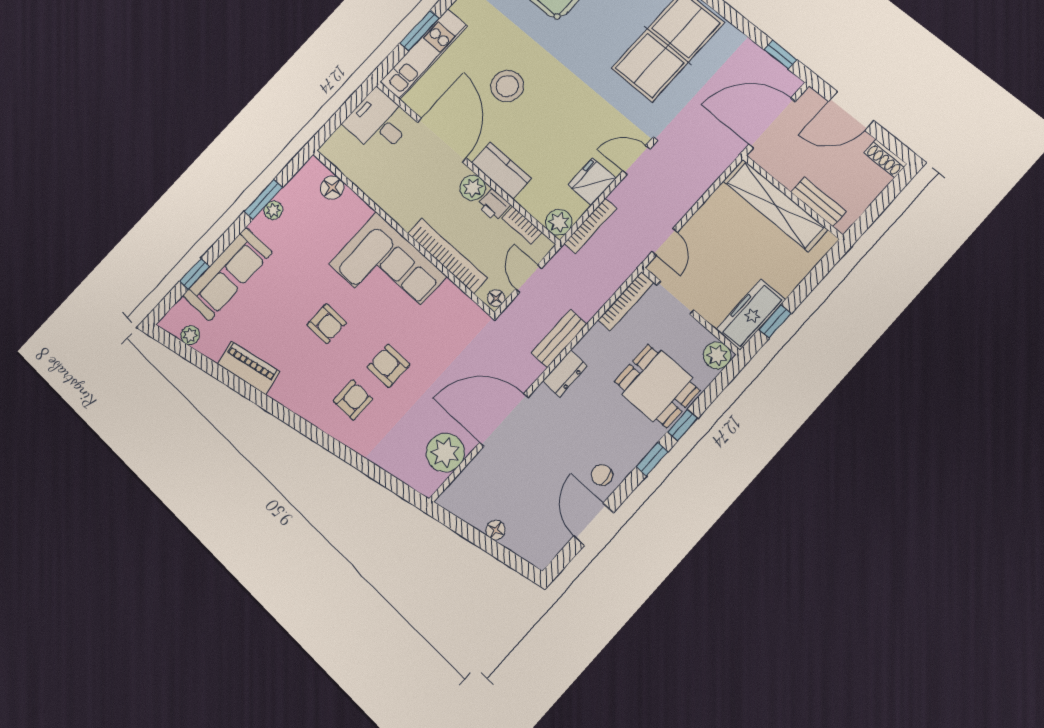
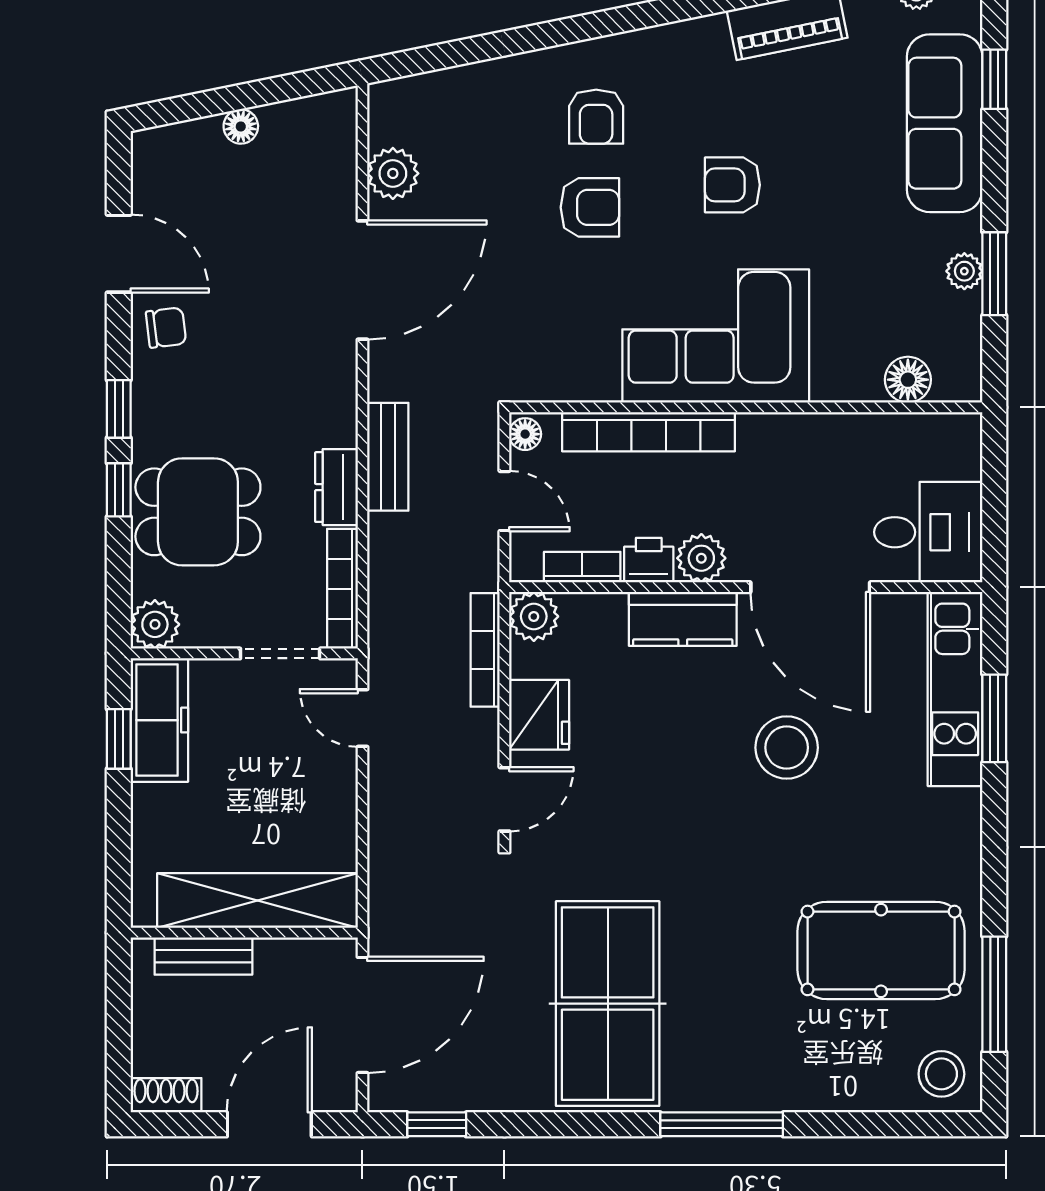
dresser: (565, 373) -> (336, 487), moved
plant: (445, 453) -> (393, 173), width x0.73, depth x0.73

